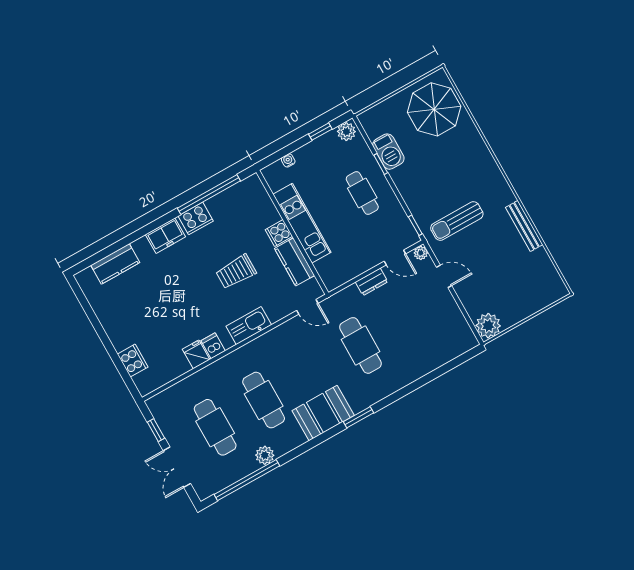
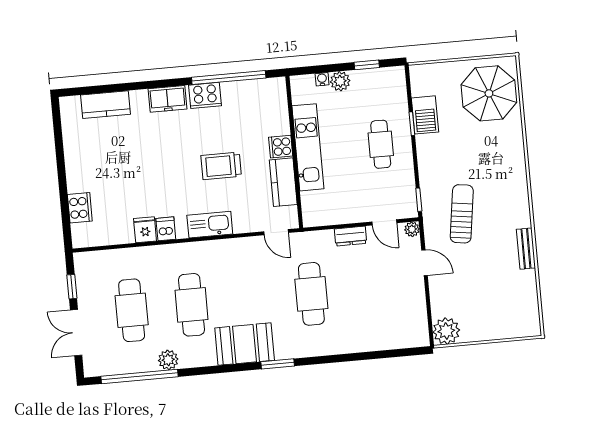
plant: (346, 132) -> (340, 81), moved
sun lounger: (457, 221) -> (462, 214), turned 98
bench: (524, 226) -> (526, 249), width x0.73

